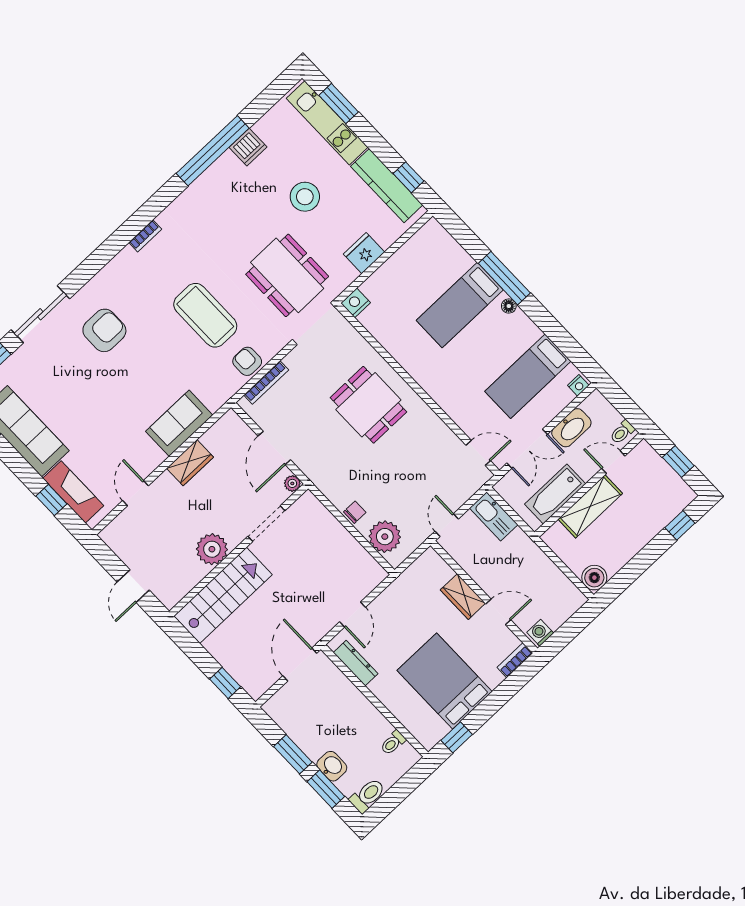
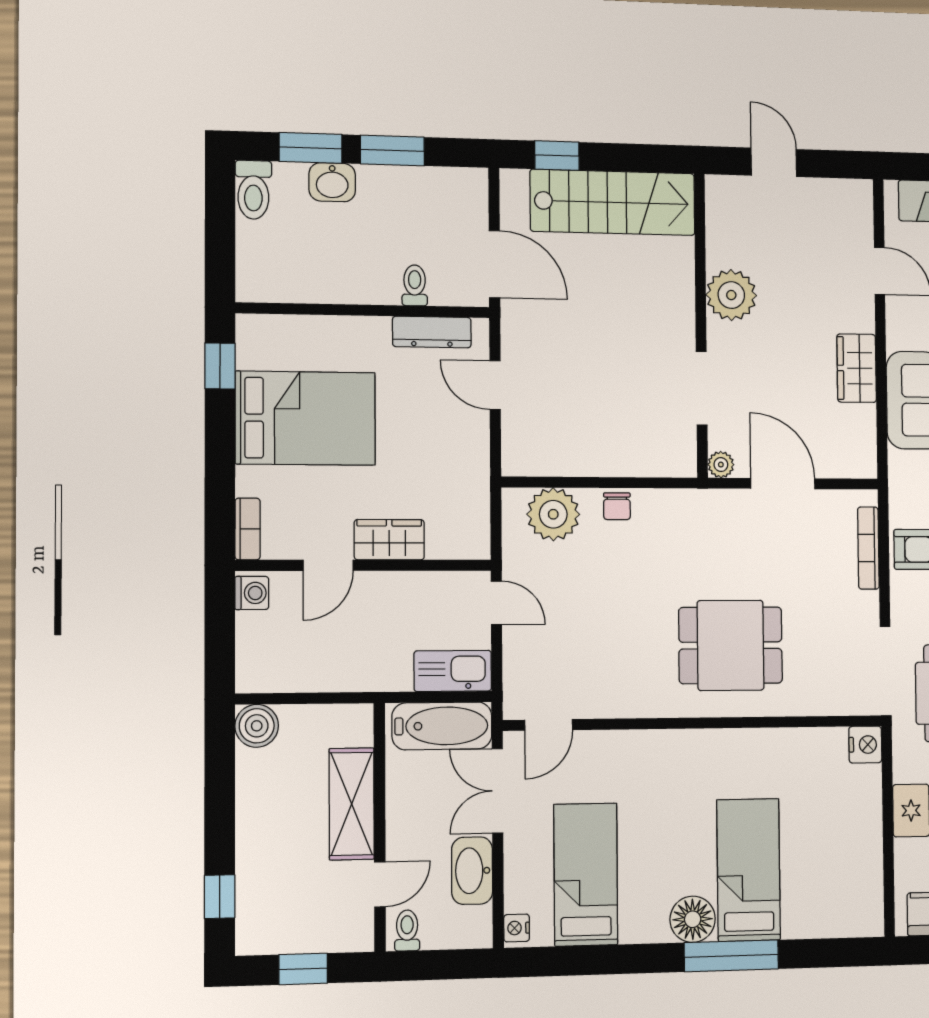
floor lamp: (509, 306) -> (693, 919), width x1.89, depth x1.89
bathtub: (555, 494) -> (442, 726), moved, turned 90
stairs: (223, 595) -> (613, 202), moved, turned -90
toilet: (393, 743) -> (415, 285), moved

